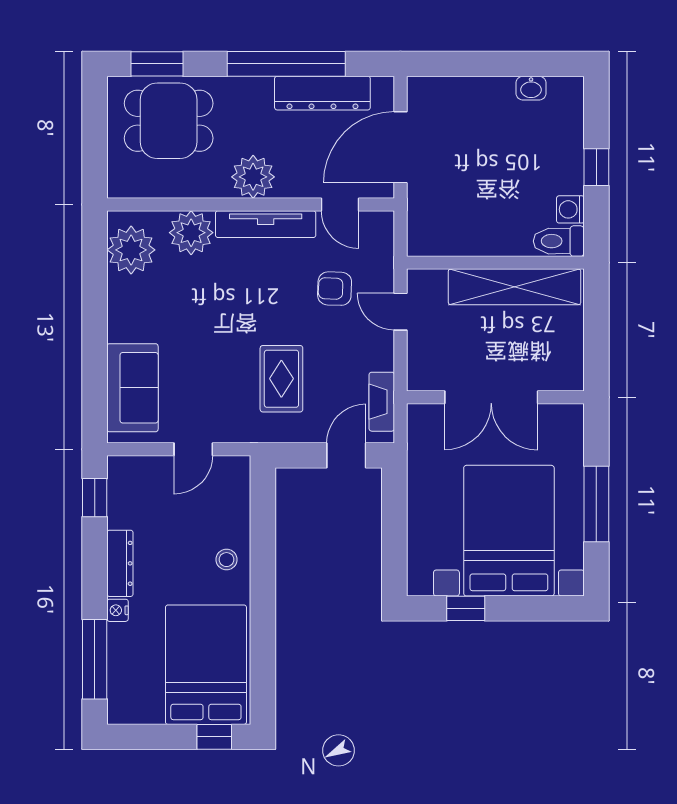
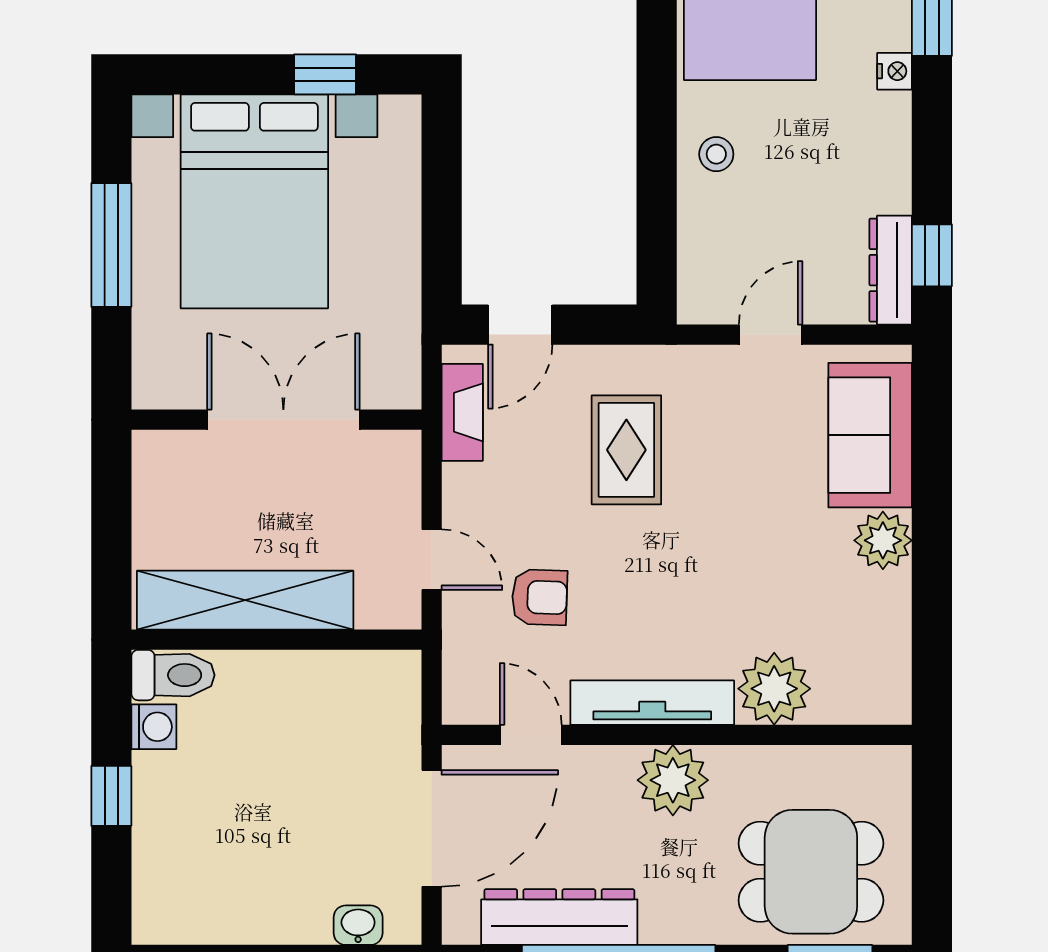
washbasin: (531, 88) -> (358, 925), moved
plant: (131, 250) -> (883, 540), moved, width x0.73, depth x0.73
dresser: (120, 563) -> (891, 270), moved

